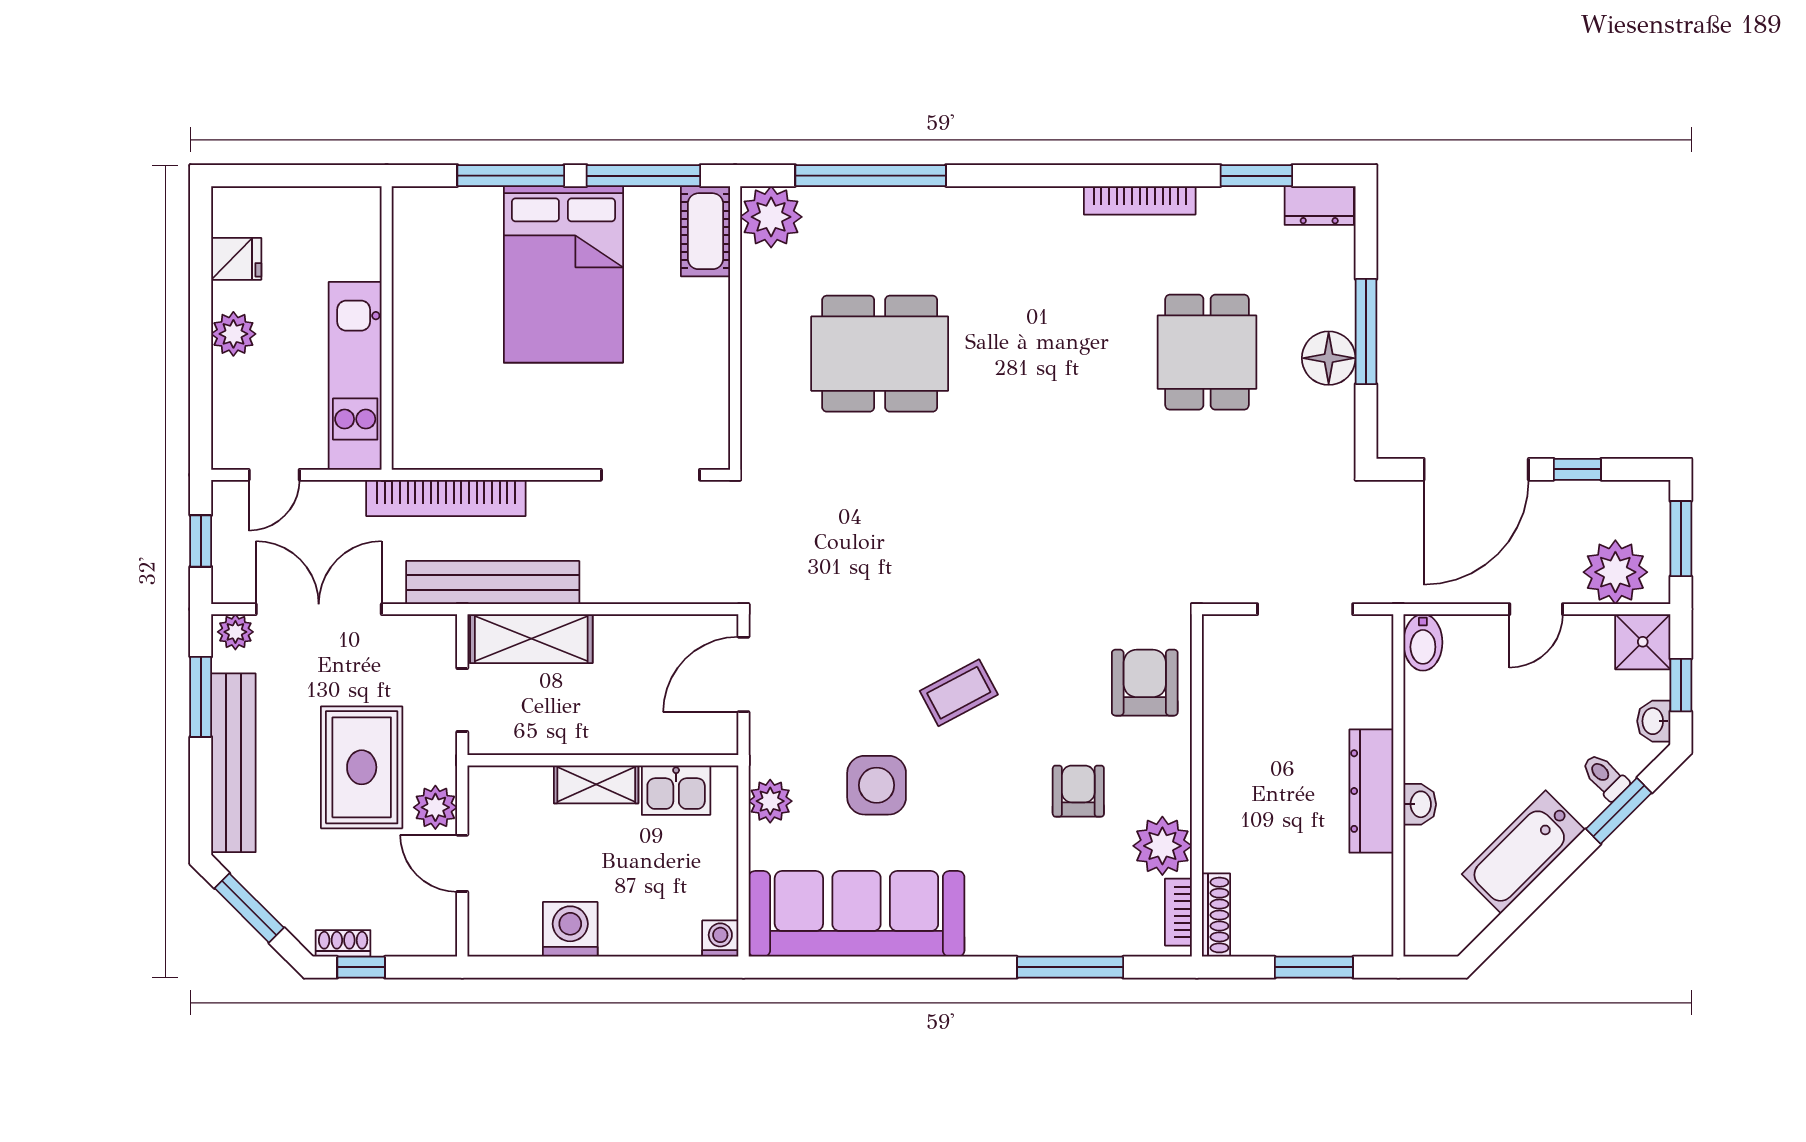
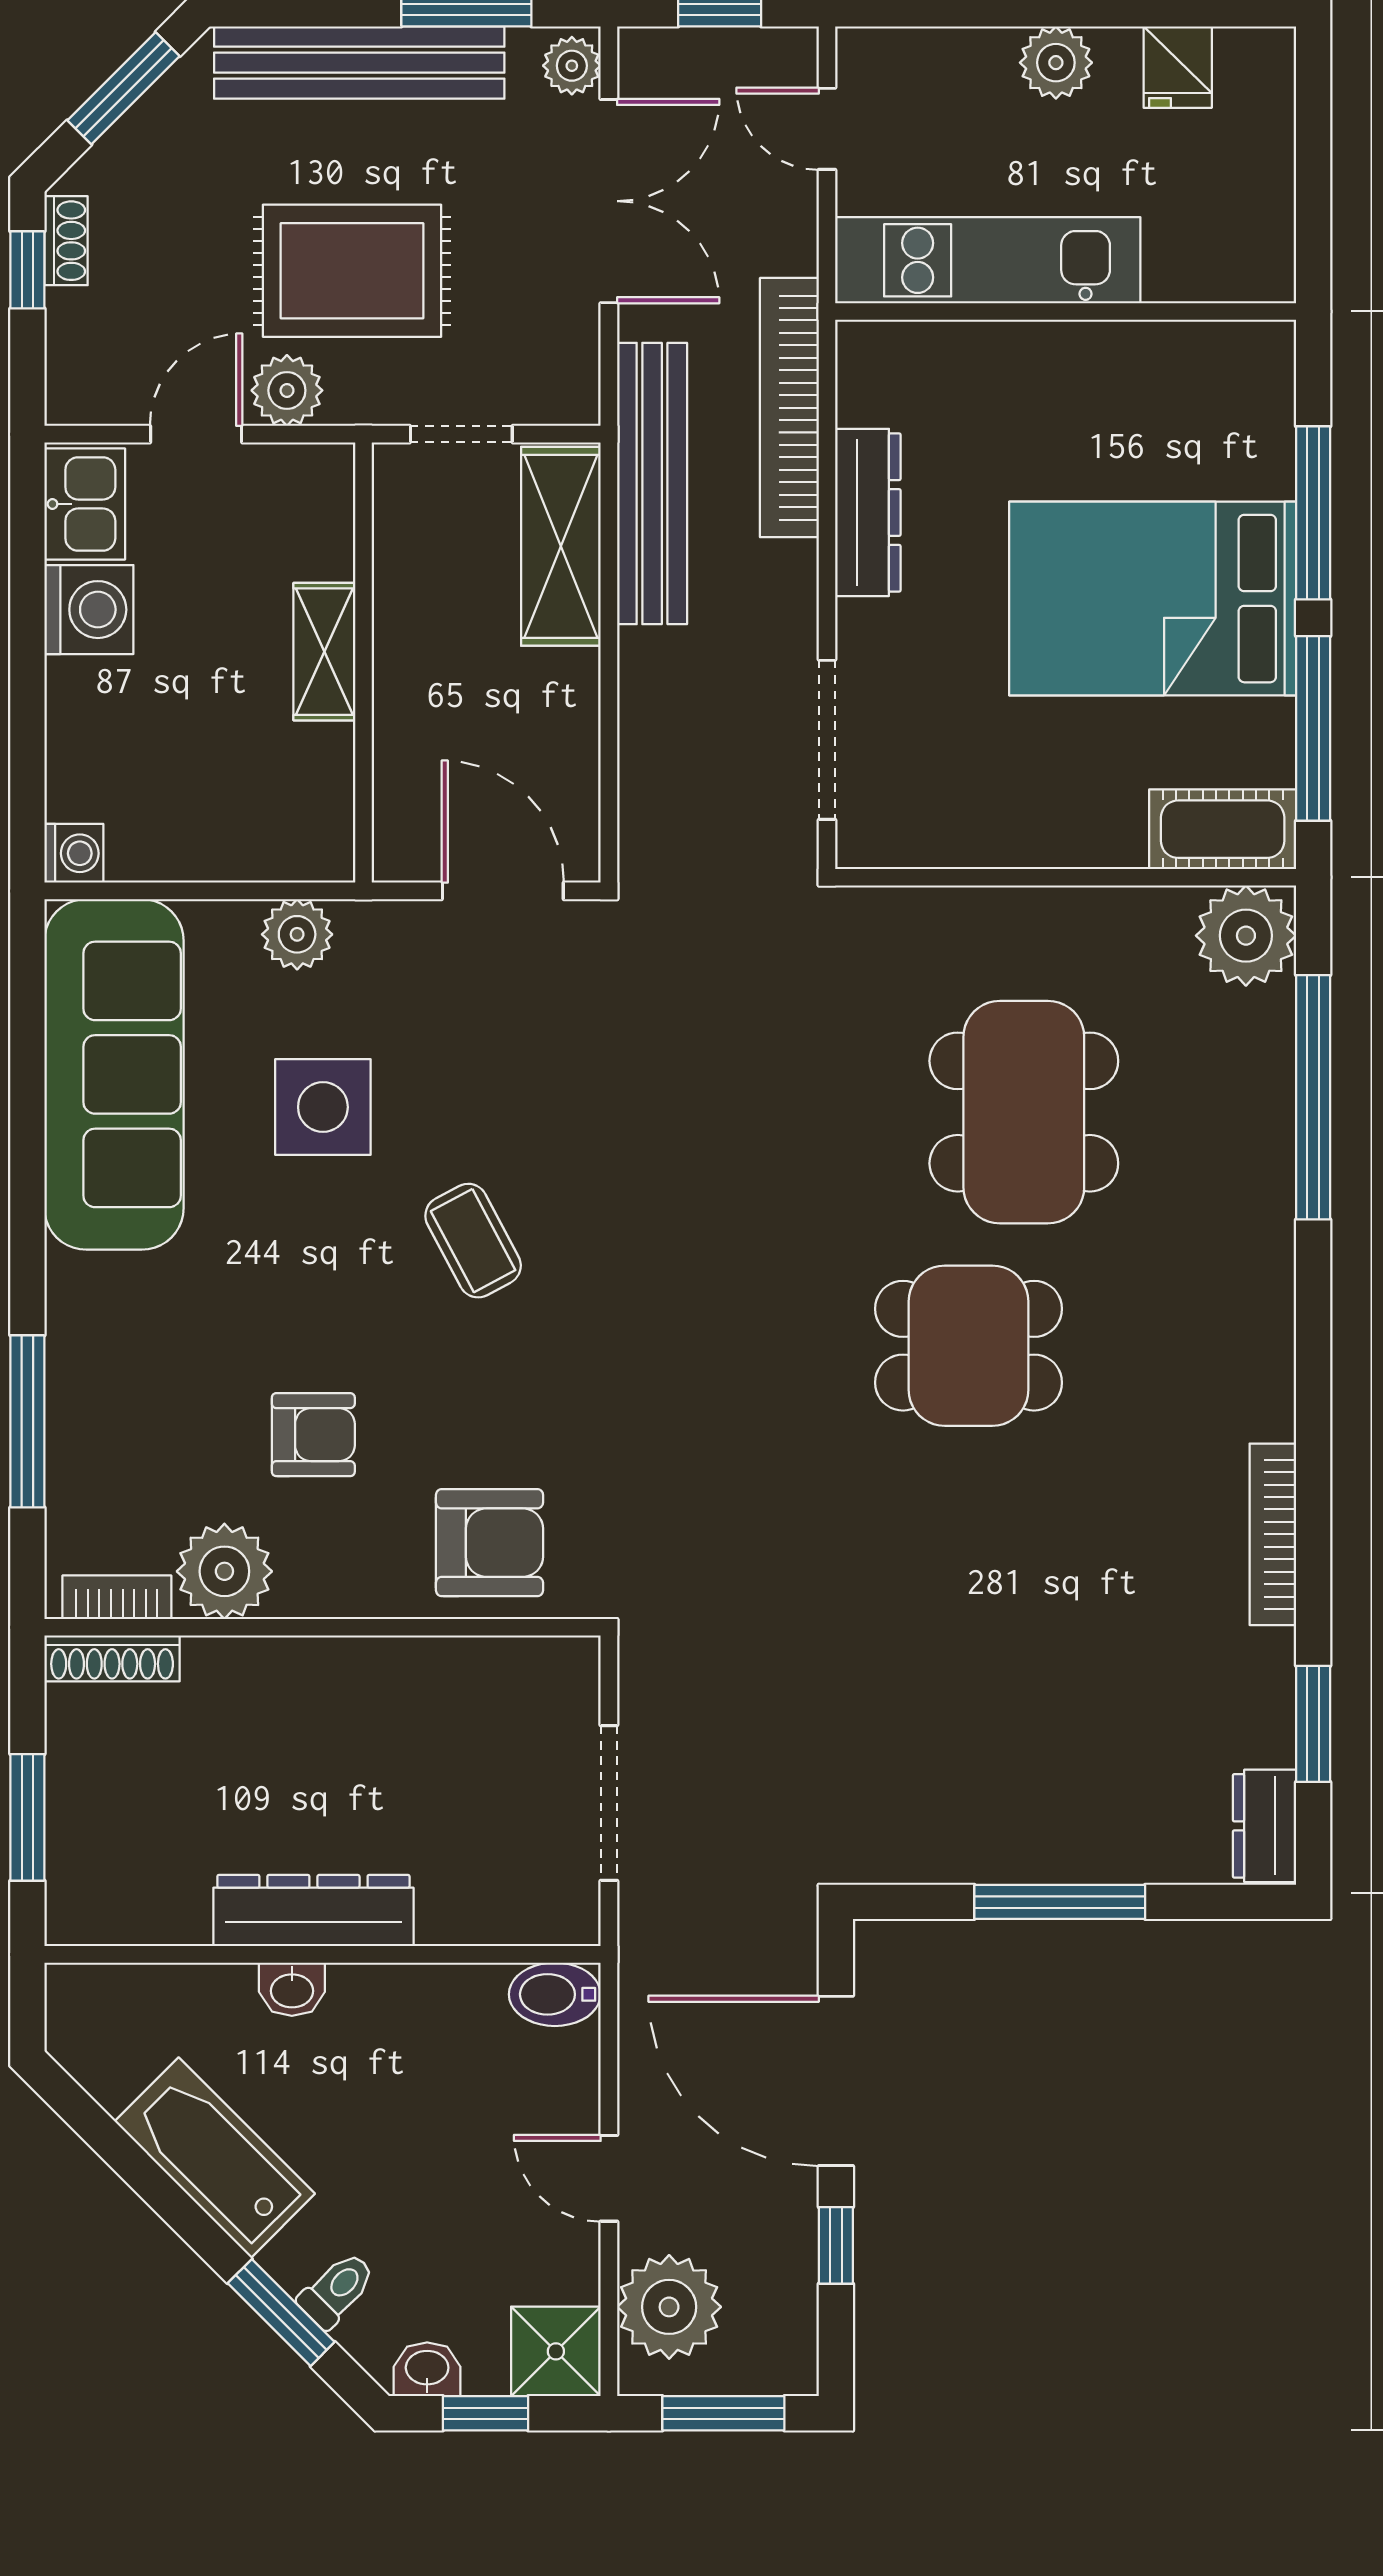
dining table: (1207, 352) -> (968, 1346), moved
floor lamp: (1329, 358) -> (1016, 1841), removed
dresser: (510, 450) -> (868, 512), added
kitchen sink: (676, 790) -> (85, 504), moved, turned 180

